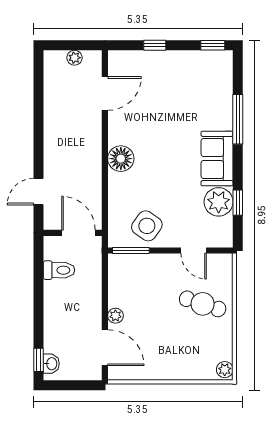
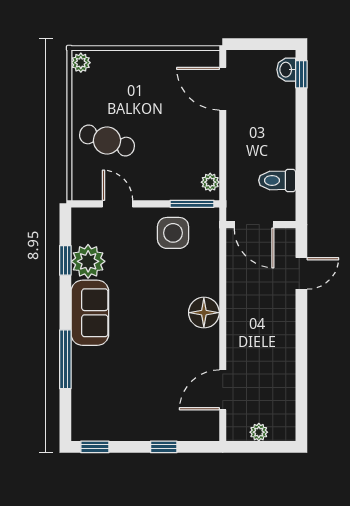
side table: (147, 226) -> (173, 233), turned -35
plant: (115, 316) -> (210, 182), moved

